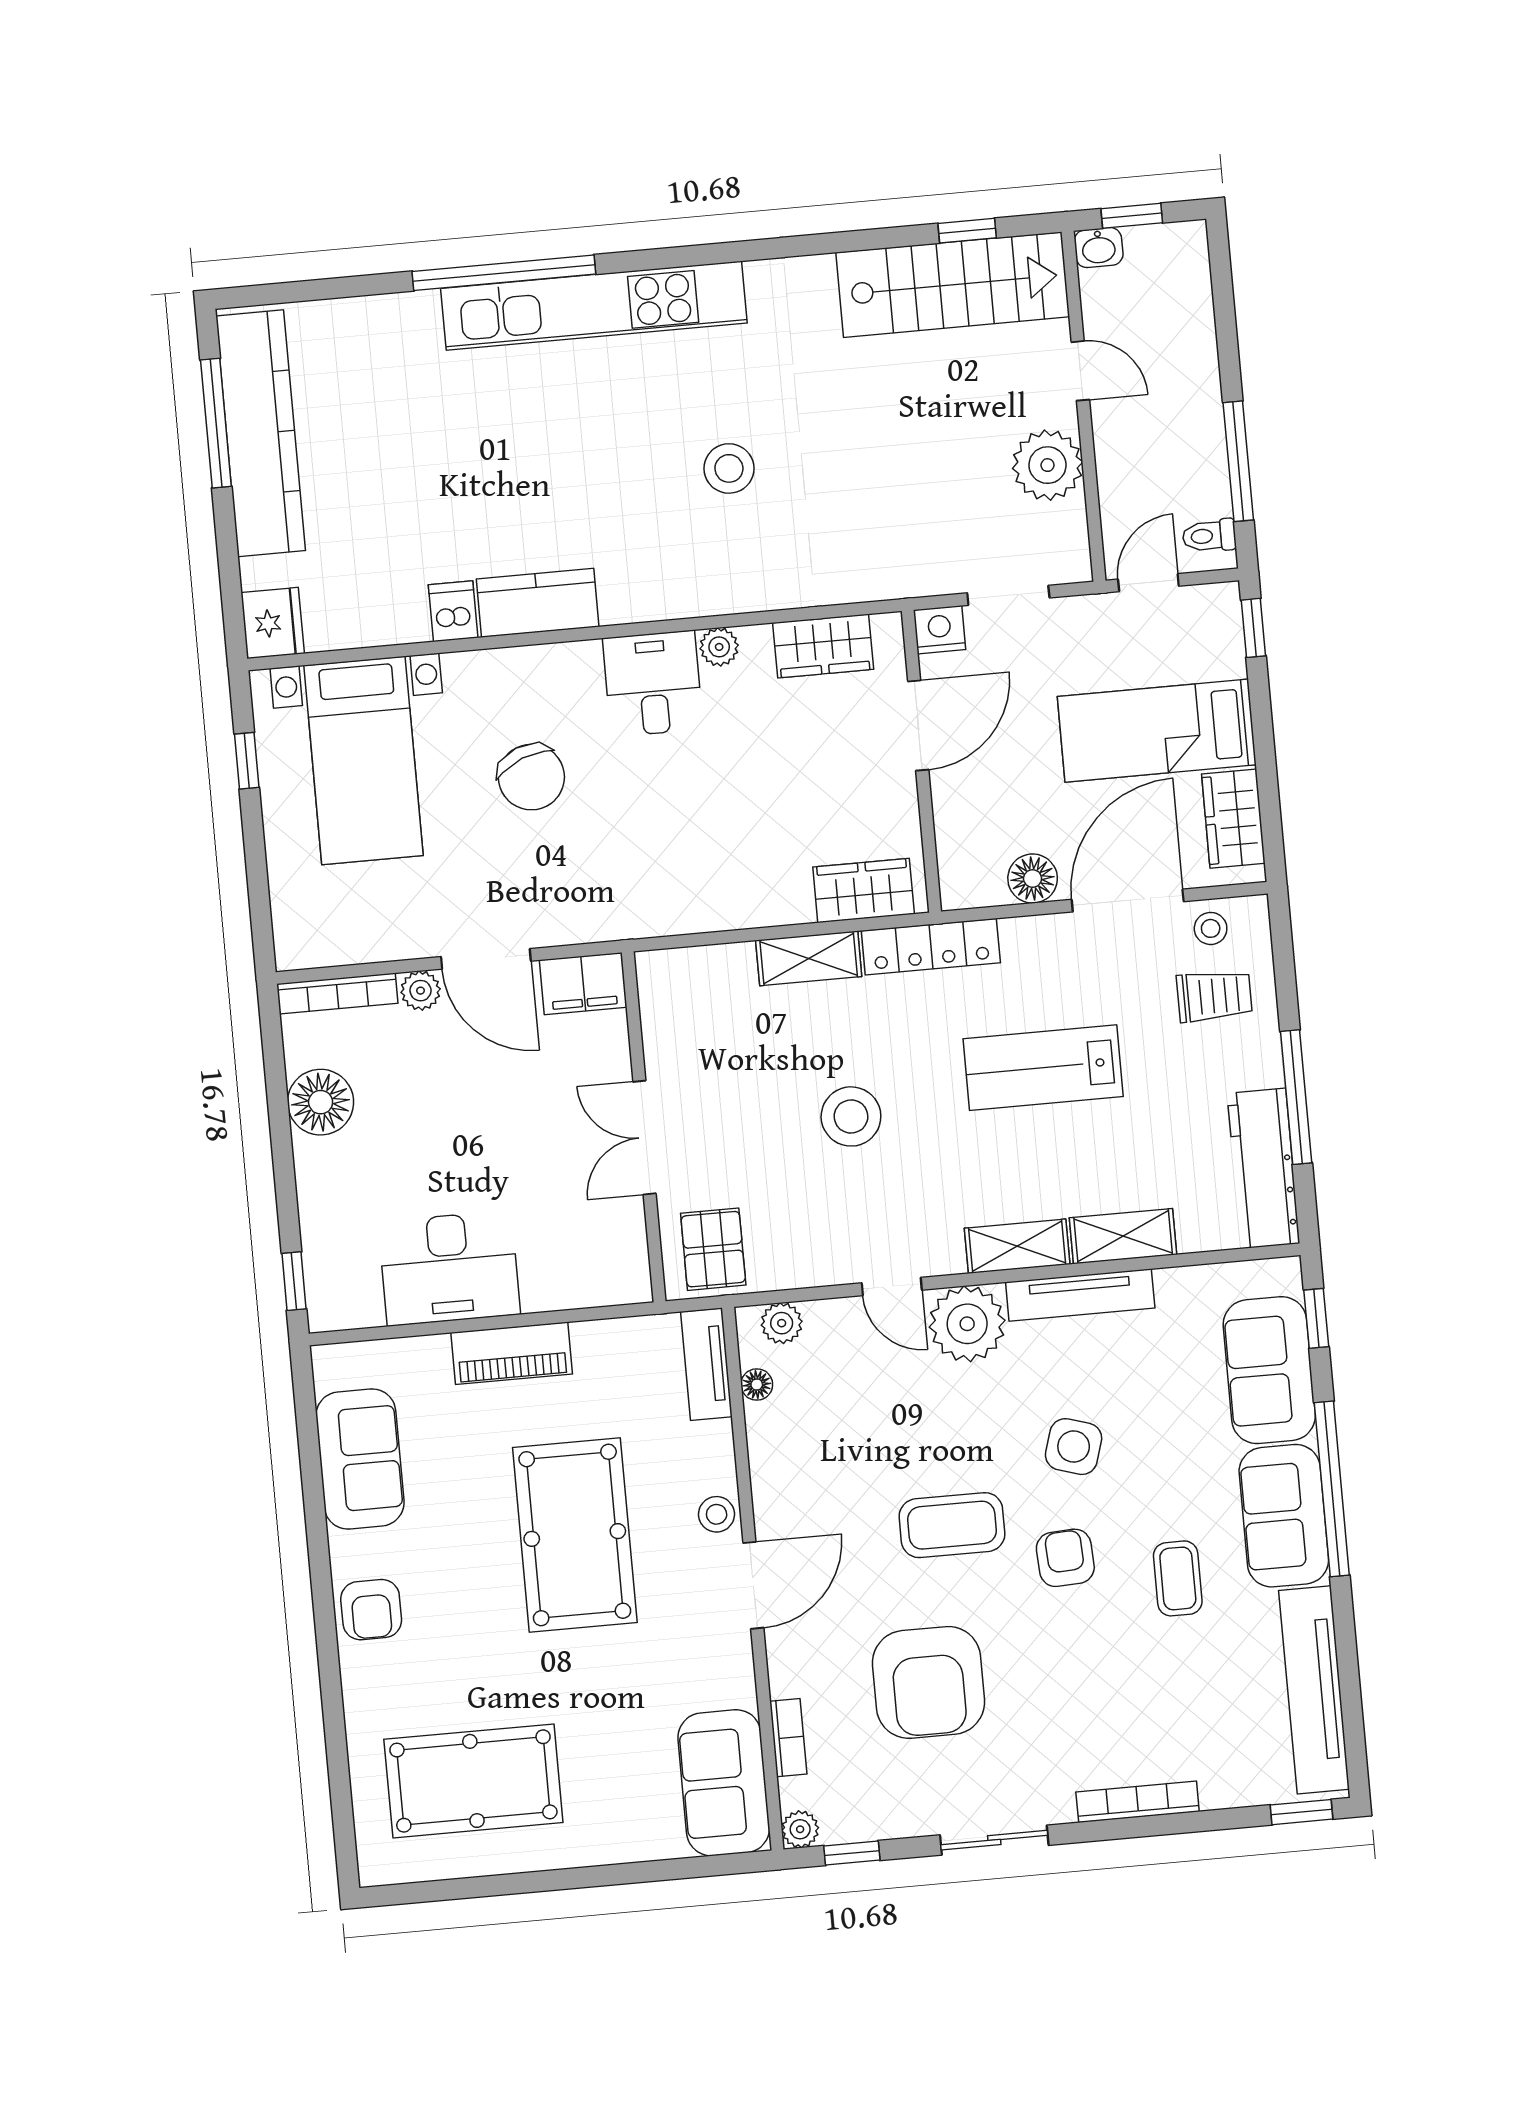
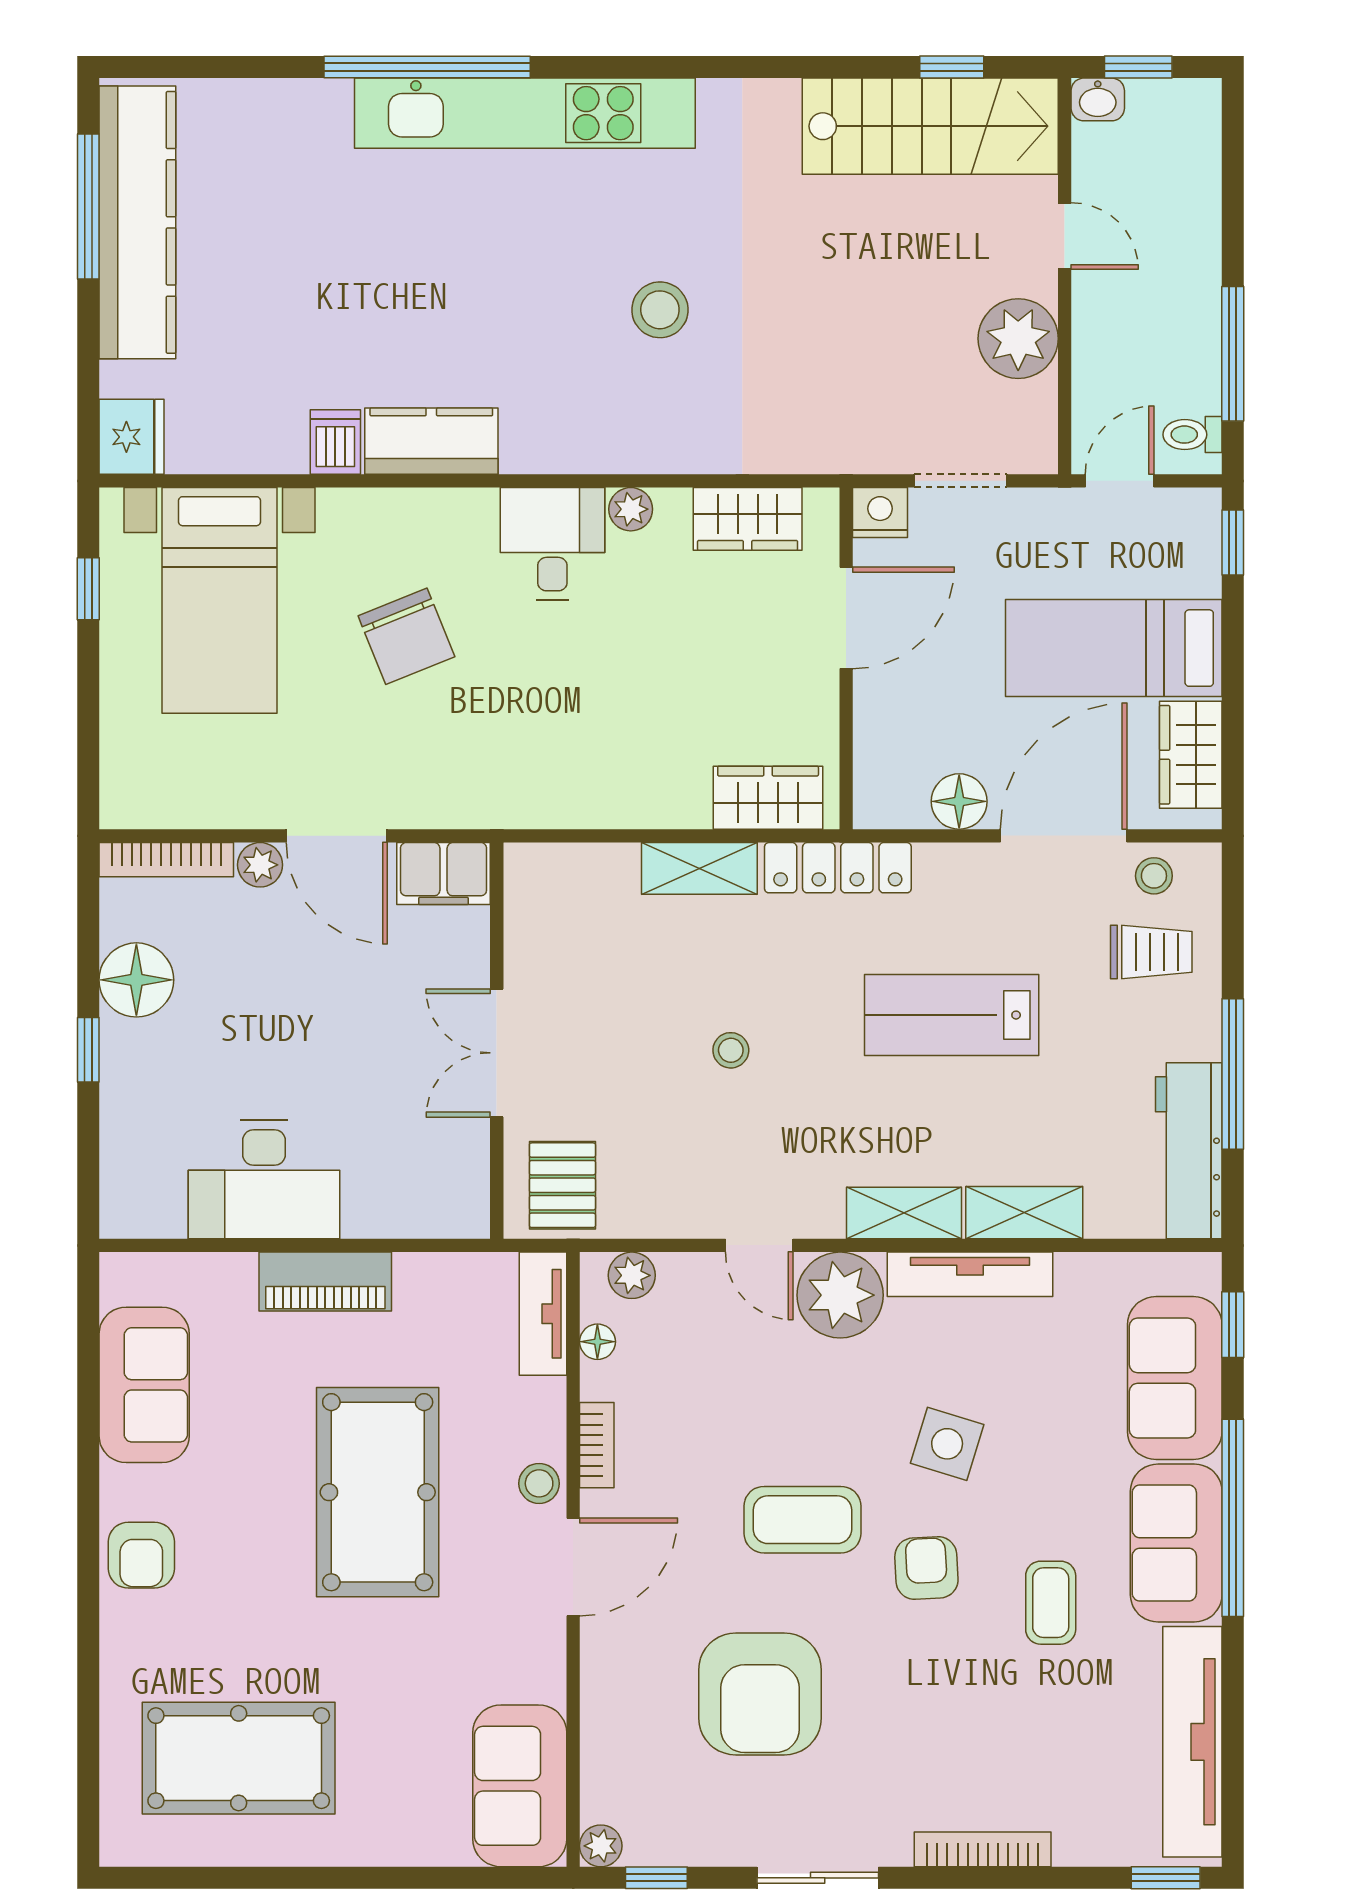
stool: (851, 1116) -> (731, 1050), width x0.53, depth x0.53
window: (294, 1281) -> (88, 1050), moved
bookcase: (788, 1738) -> (597, 1445), moved

